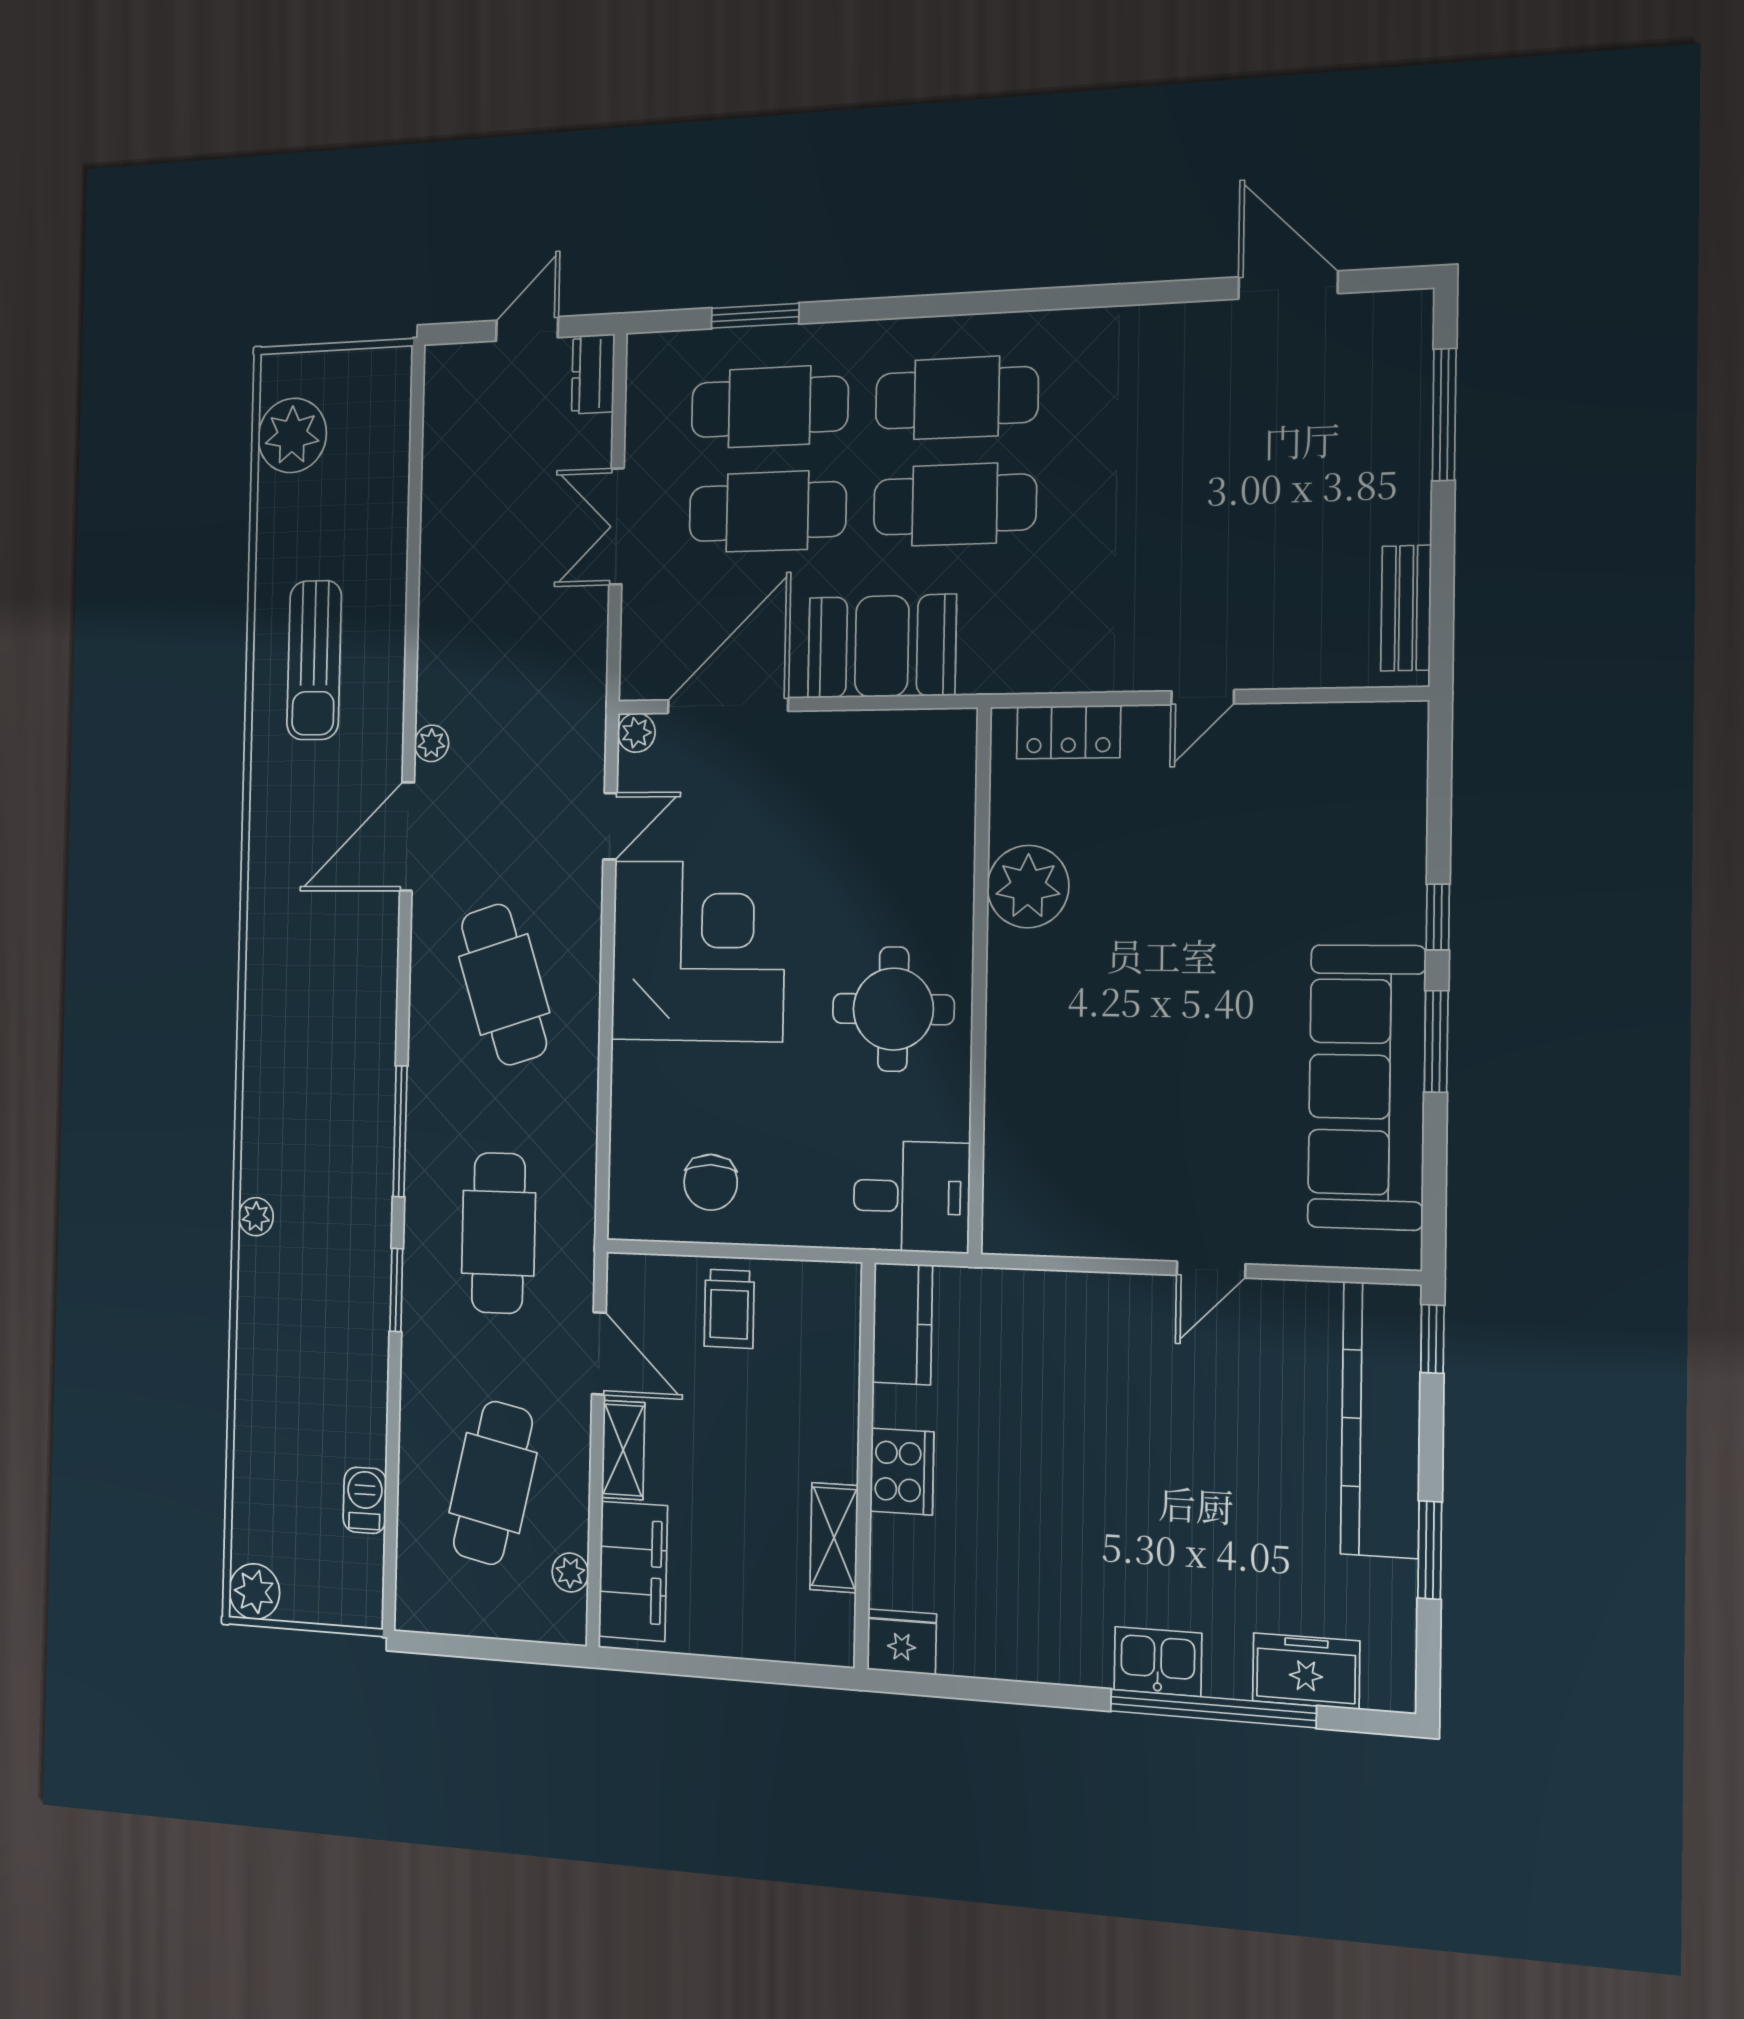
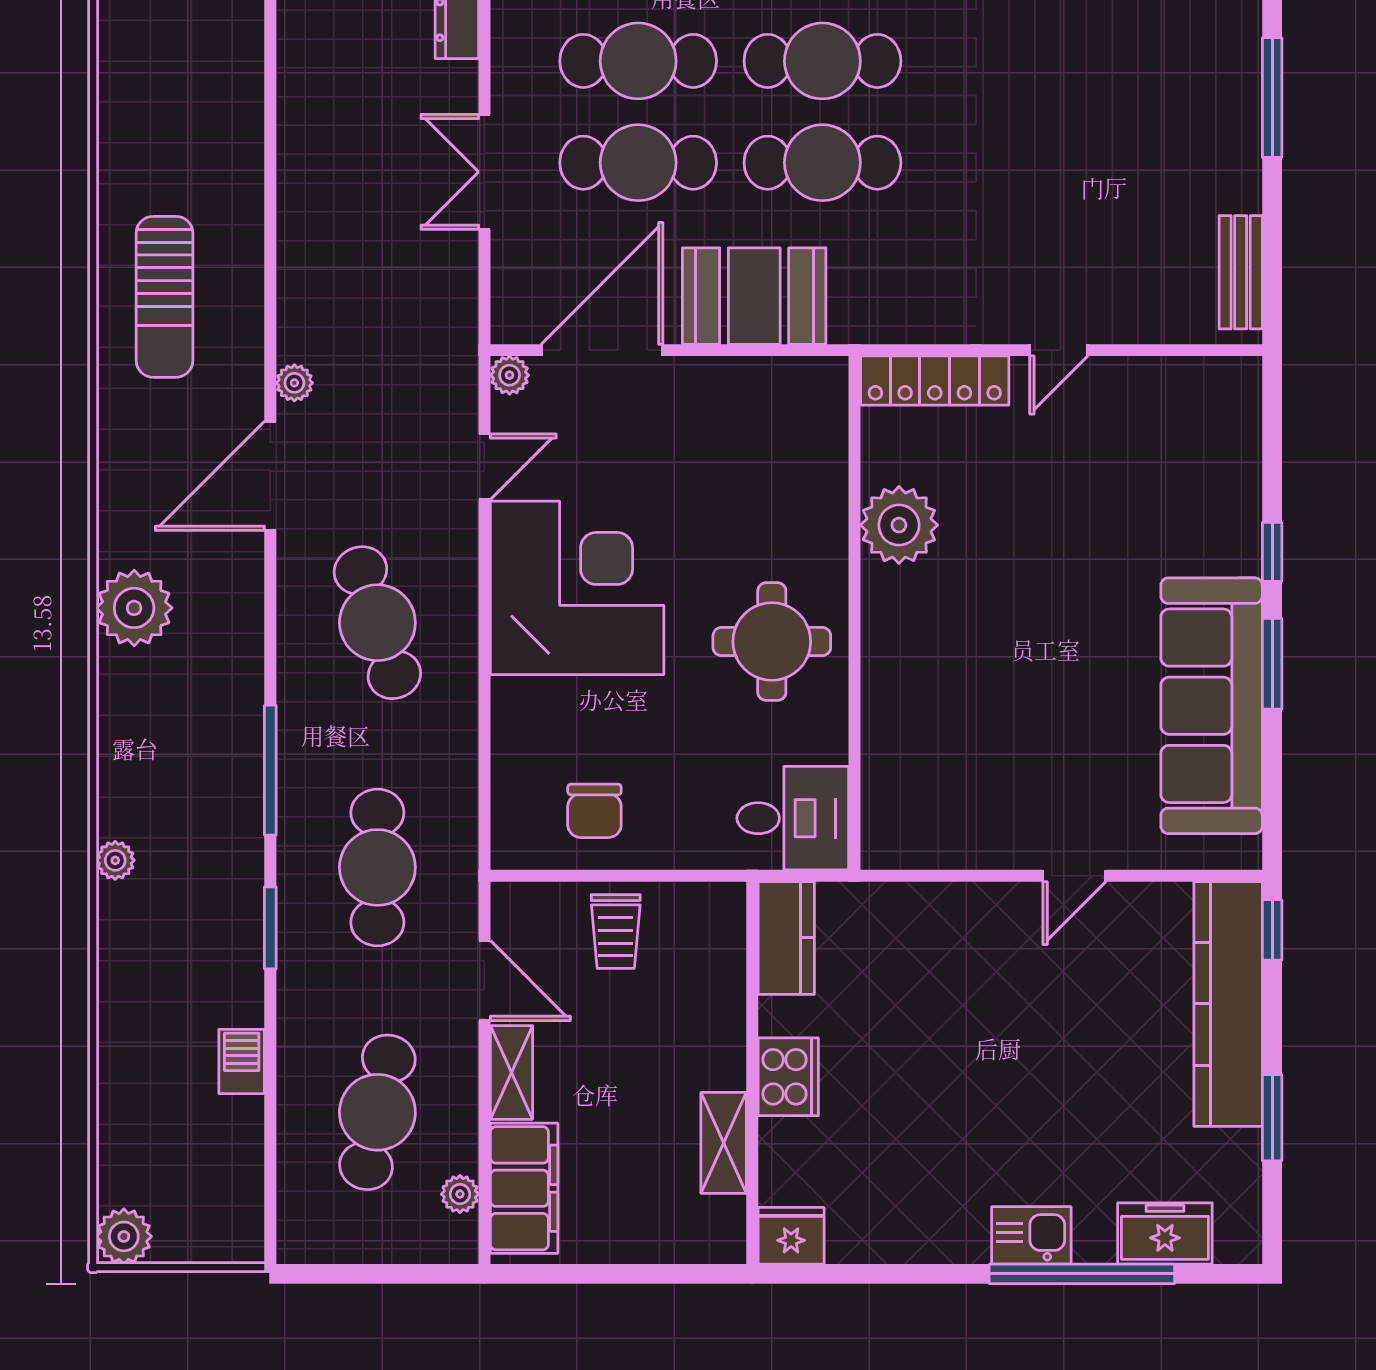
plant: (292, 435) -> (134, 608), moved
locker: (1068, 732) -> (935, 381), width x1.53
barbecue: (365, 1500) -> (242, 1062), moved

